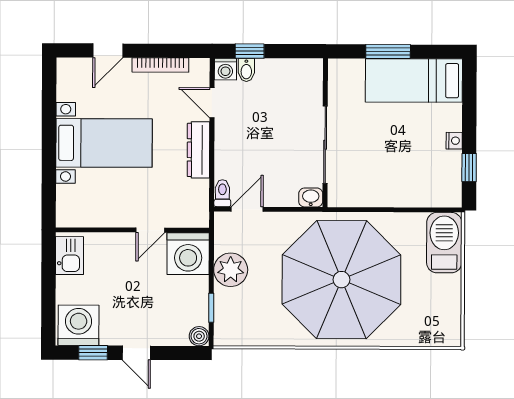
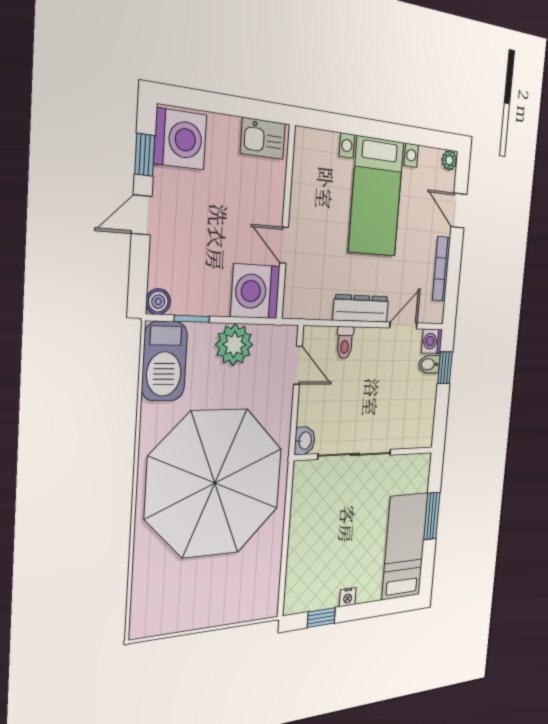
plant: (65, 66) -> (449, 160), added
toilet: (222, 193) -> (345, 342), moved, turned 90
barbecue: (444, 243) -> (164, 361), moved, turned 90

